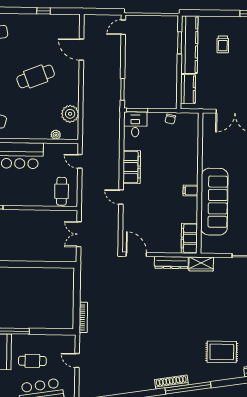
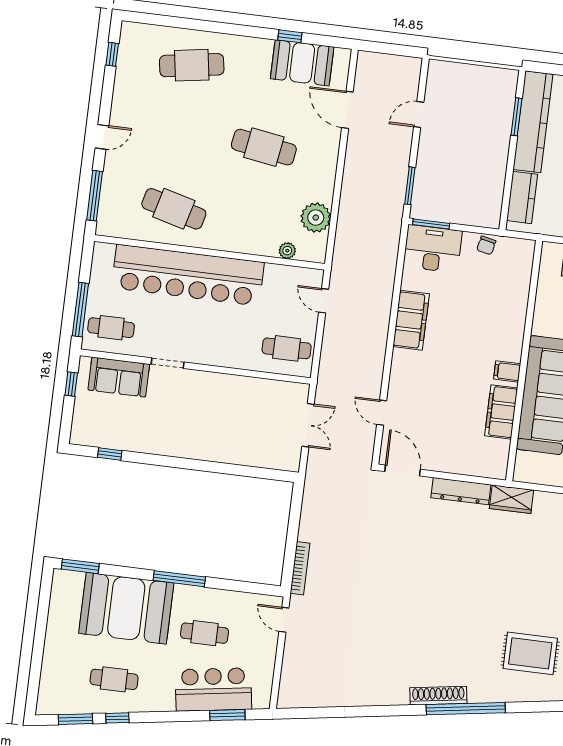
booth: (52, 25) -> (302, 63), added
door: (123, 27) -> (419, 115), moved
cafe table: (36, 76) -> (264, 147), turned 30
desk: (135, 124) -> (433, 249), width x1.37
cafe table: (62, 191) -> (287, 348), turned 90
door: (121, 197) -> (382, 413), moved
double door: (79, 234) -> (308, 425), swing flipped
filing cabinet: (189, 238) -> (501, 412), moved
door: (77, 361) -> (284, 620), moved

